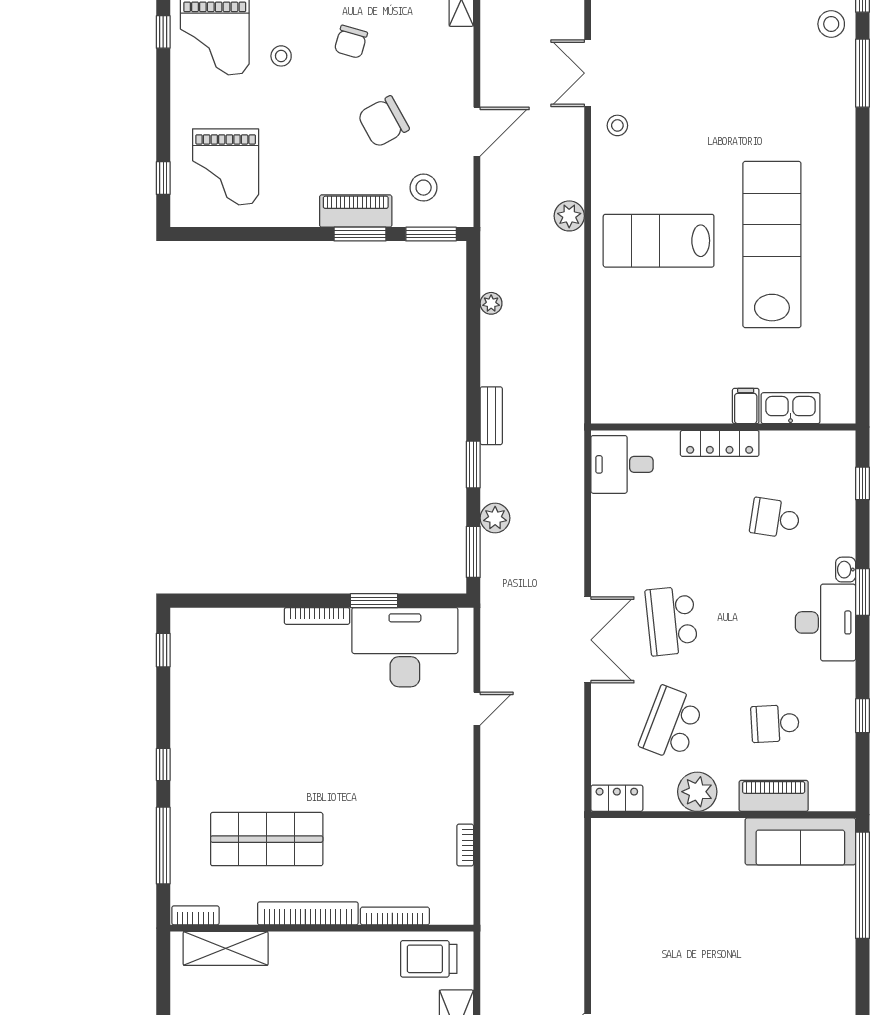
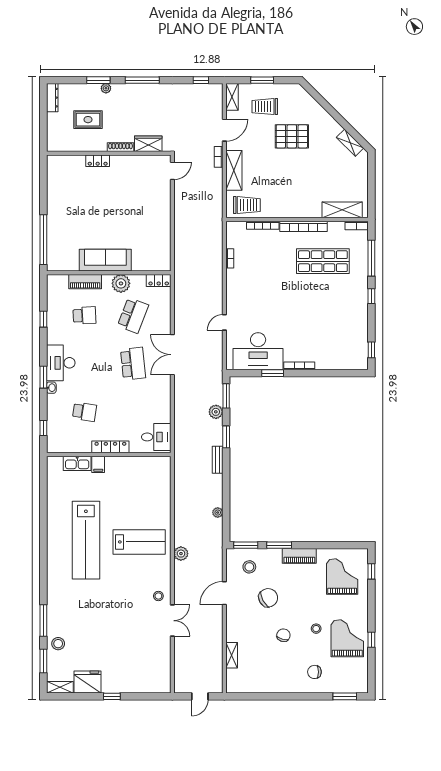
piano: (356, 211) -> (299, 556), moved
sofa: (800, 841) -> (105, 260), moved

